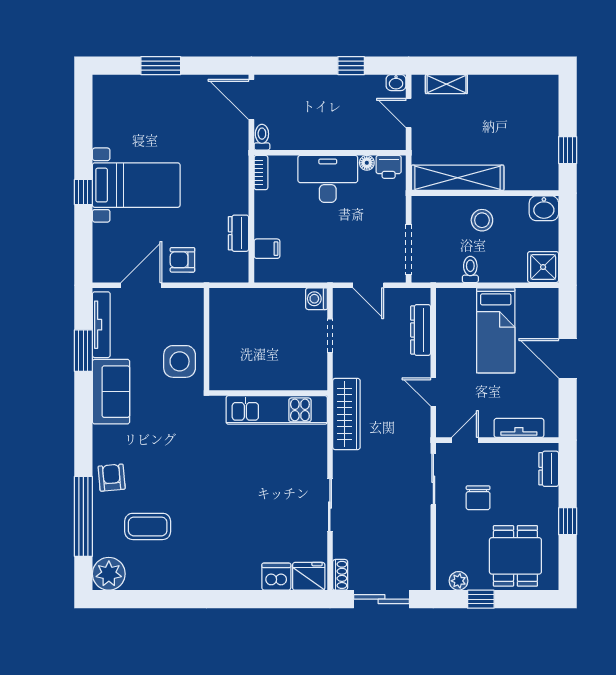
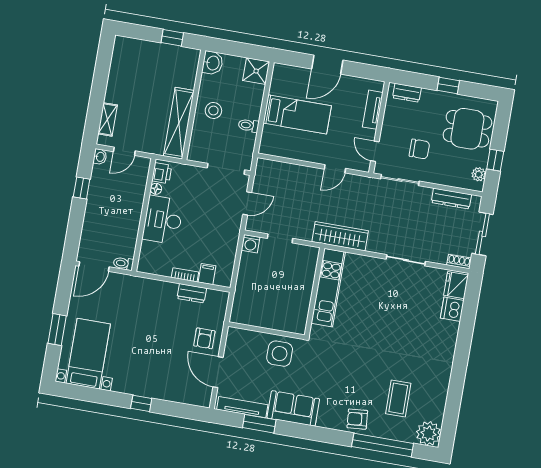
bookcase: (261, 173) -> (185, 275), moved
bed with nightstands: (136, 185) -> (88, 354), moved
dresser: (421, 330) -> (451, 199), moved

